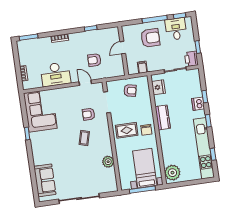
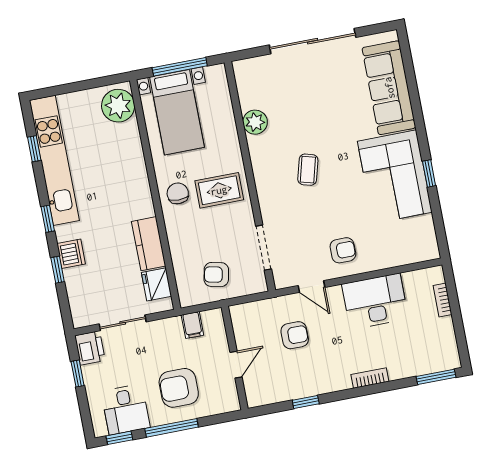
corner sofa: (40, 111) -> (395, 177), moved
armchair: (89, 114) -> (343, 250), moved
kitchen counter: (163, 117) -> (149, 244), moved
sofa: (45, 180) -> (389, 88), width x1.36

